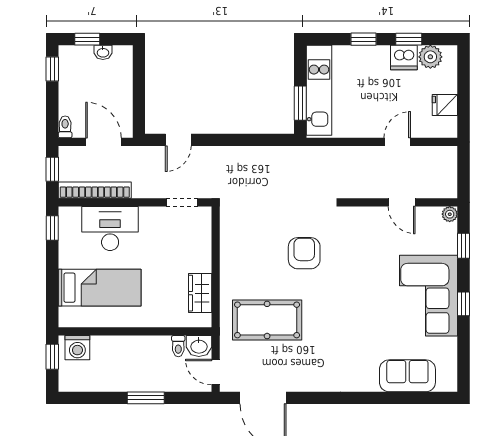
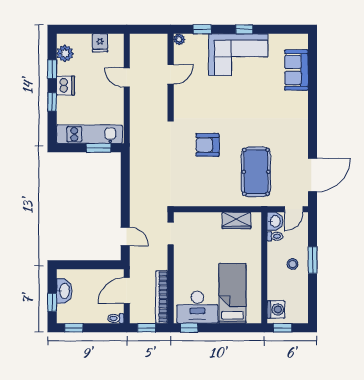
washbasin: (103, 52) -> (64, 291), width x1.91, depth x1.45
dishwasher: (404, 58) -> (66, 86), moved
desk: (110, 229) -> (197, 307), moved, turned -90
stool: (140, 370) -> (293, 264), added

